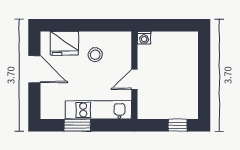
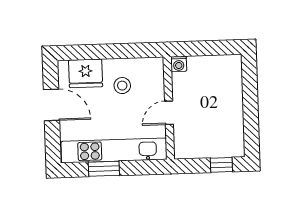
kitchen unit: (98, 110) -> (114, 150), width x1.36

